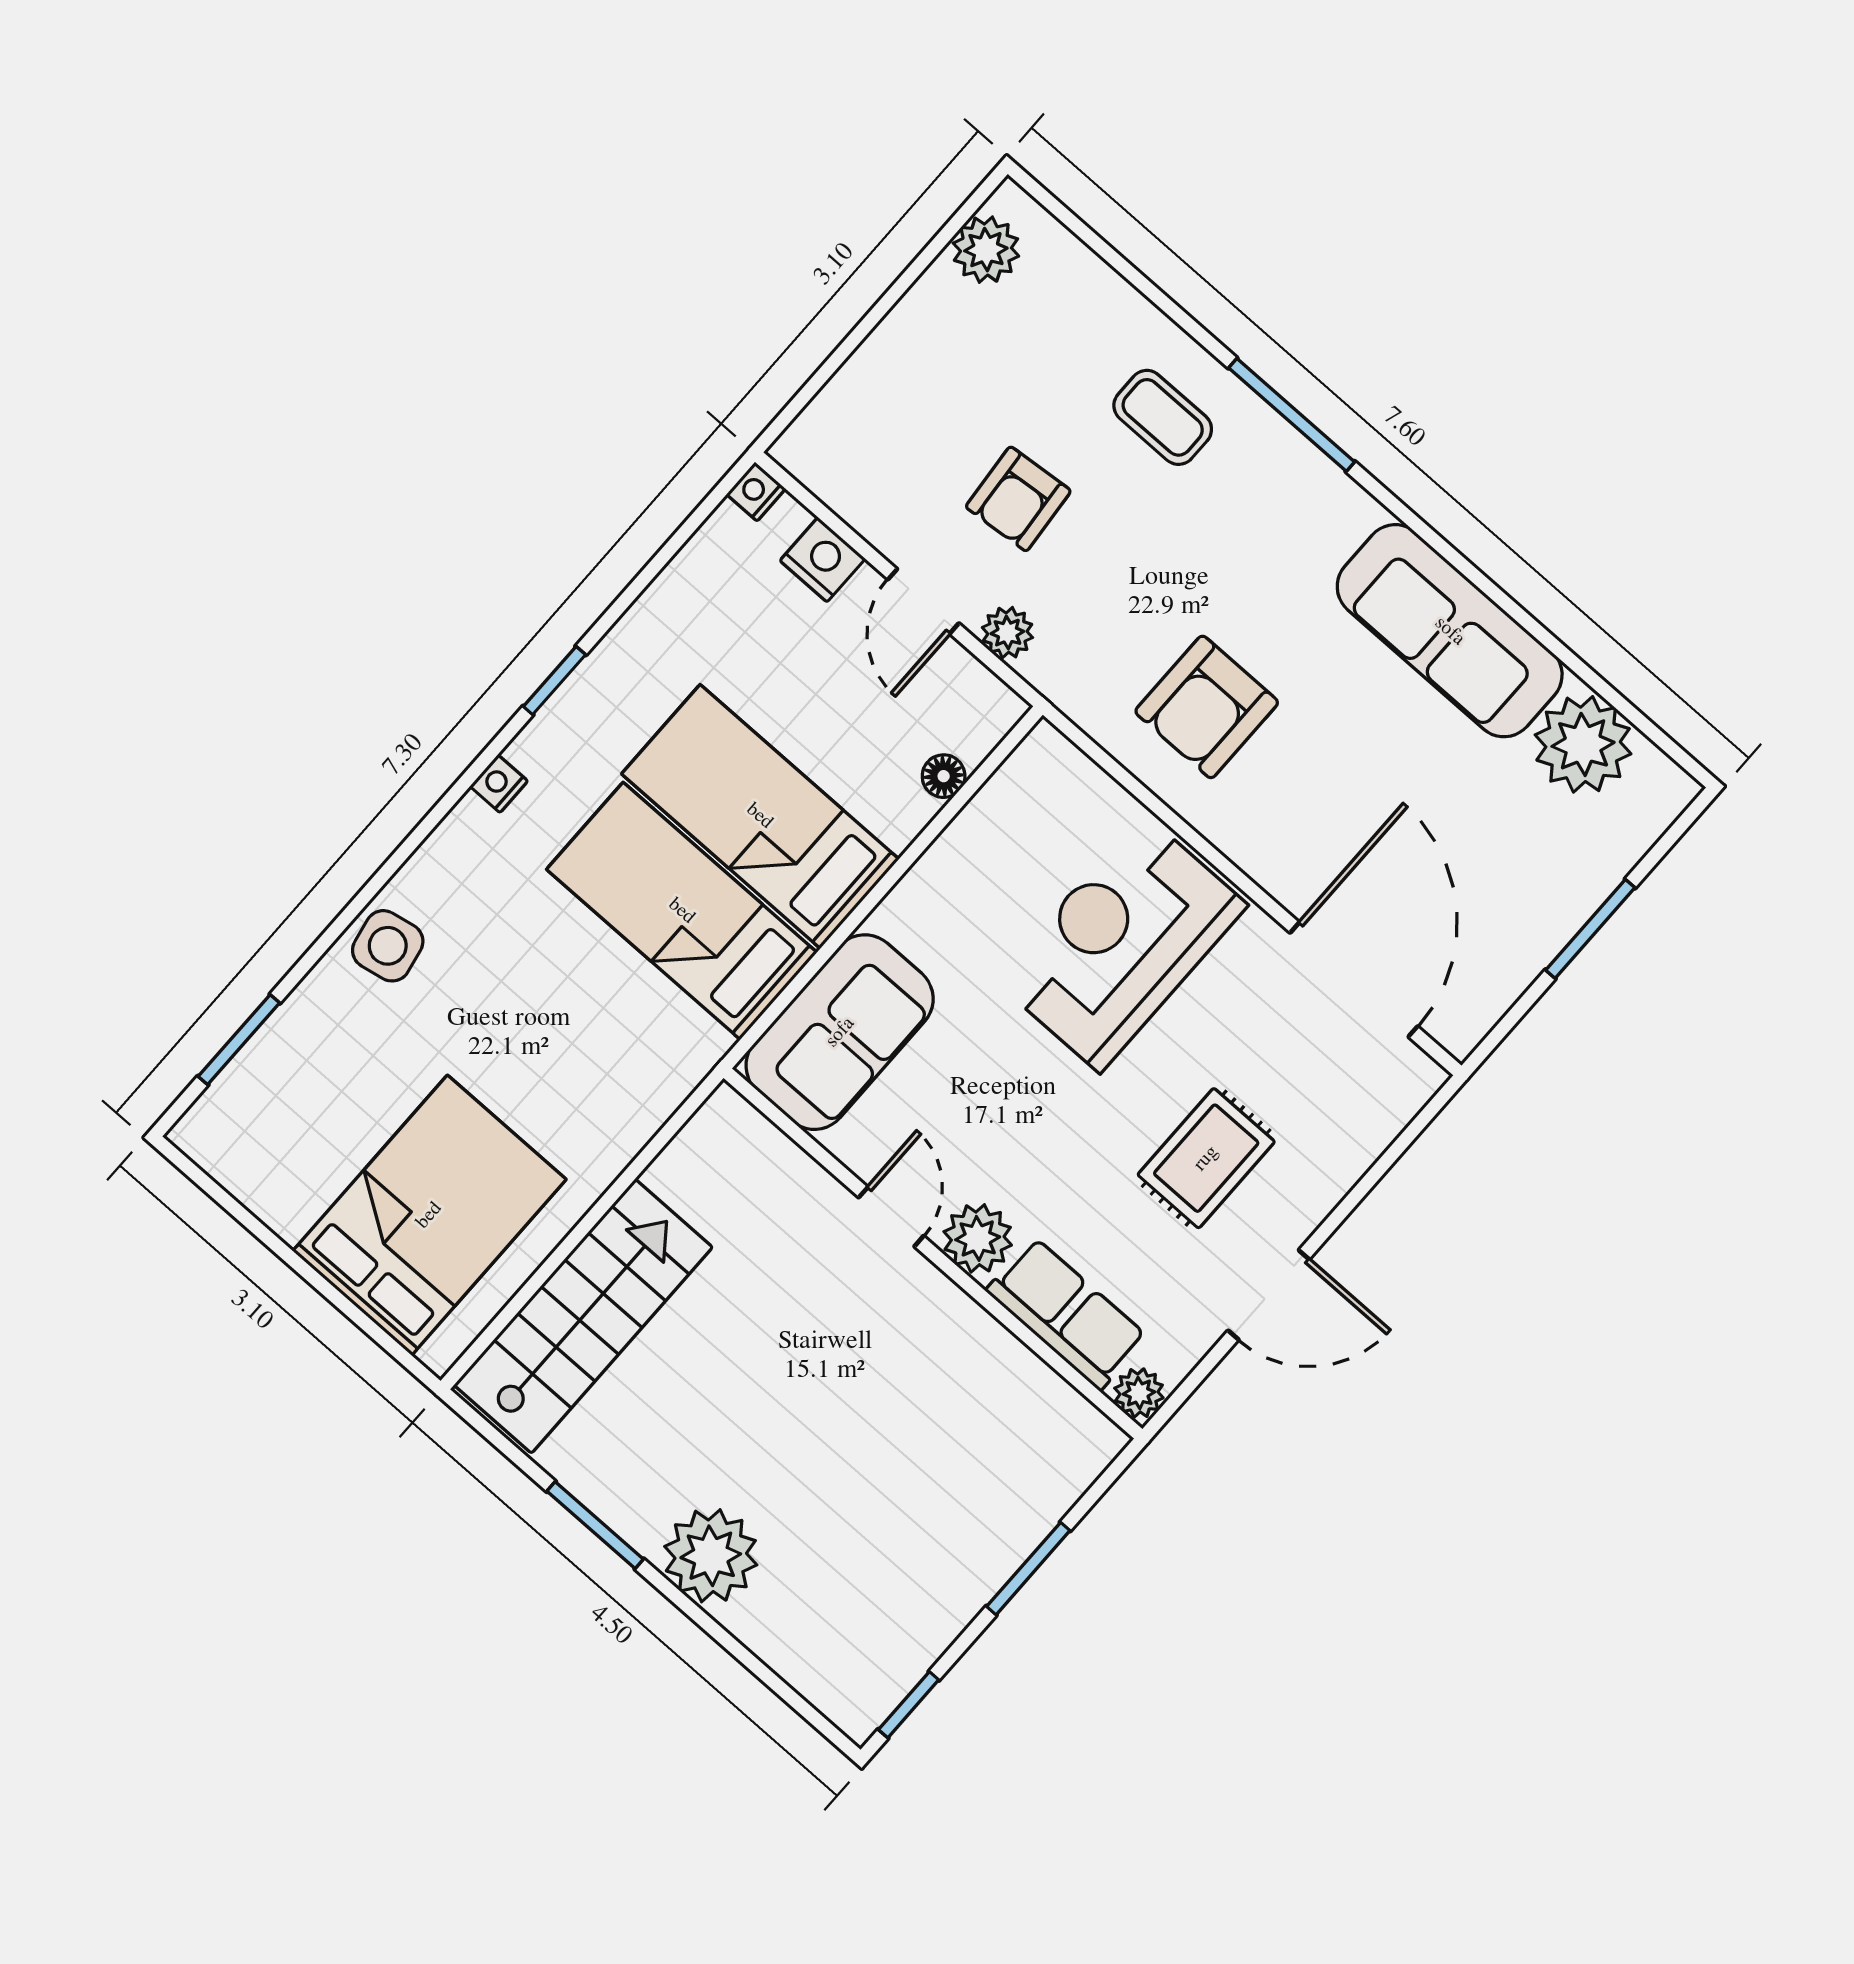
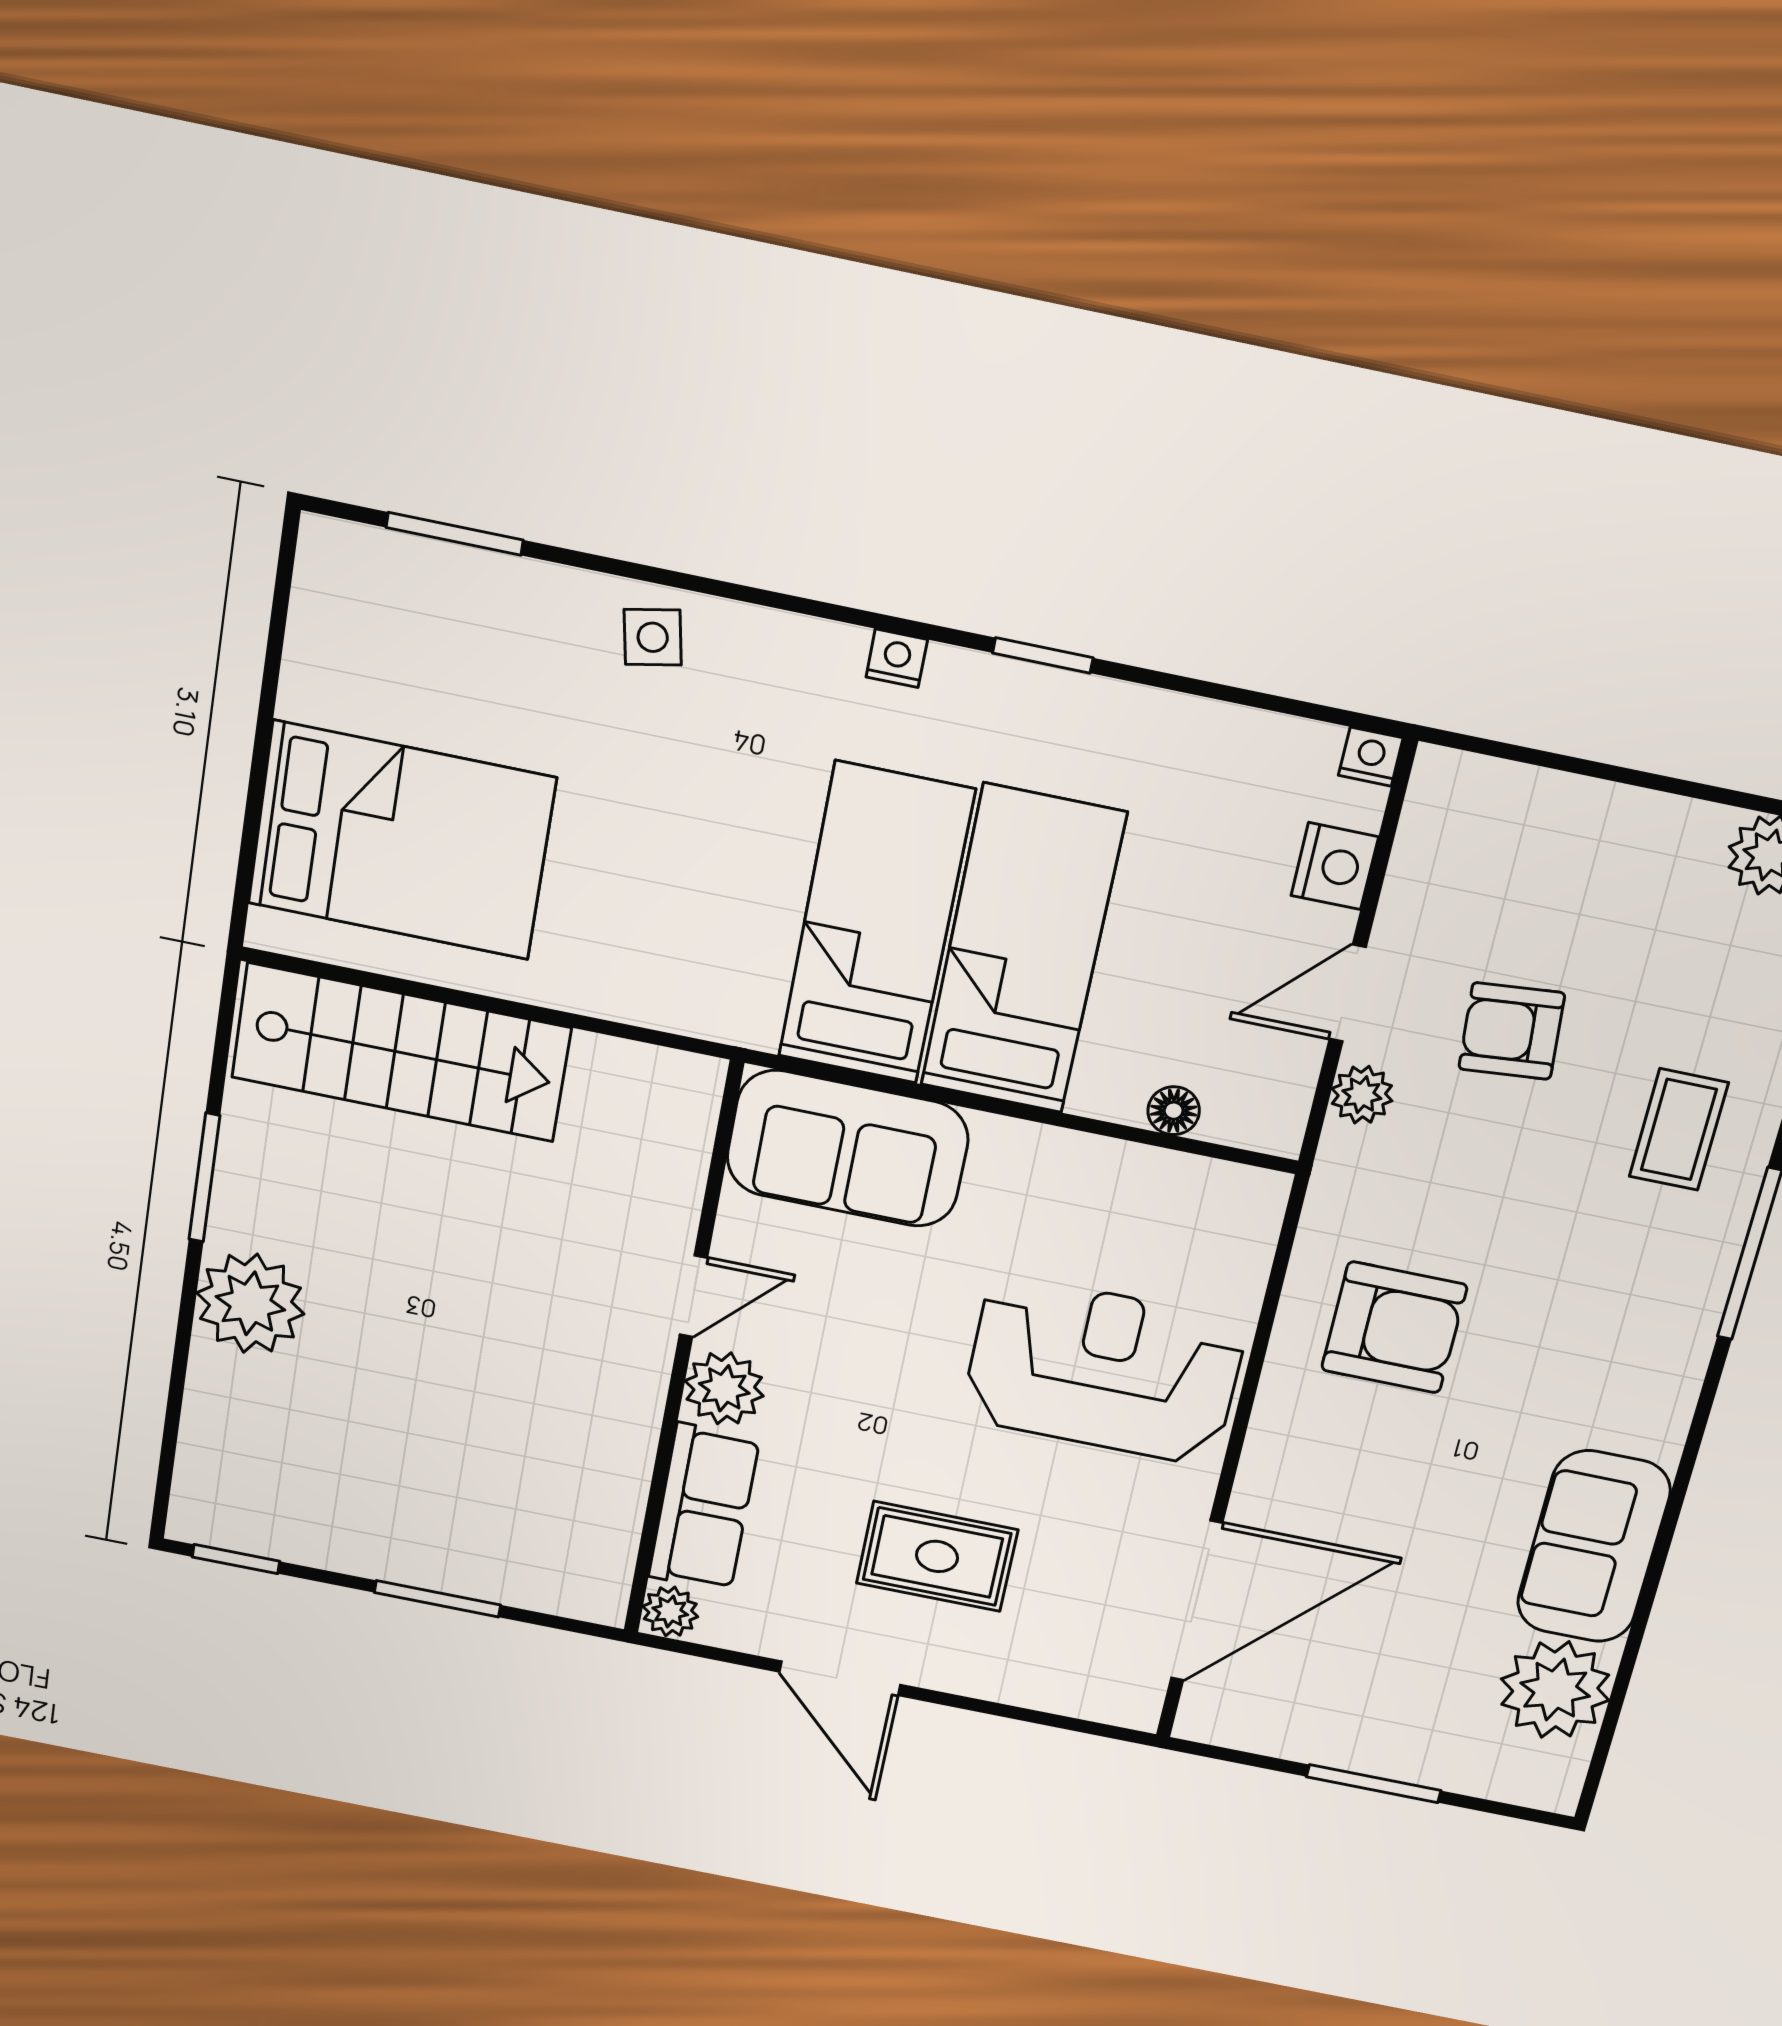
sofa: (1450, 631) -> (1594, 1547), width x0.73
armchair: (1207, 707) -> (1394, 1327), turned 180
side table: (388, 946) -> (653, 637), width x0.73, depth x0.73

